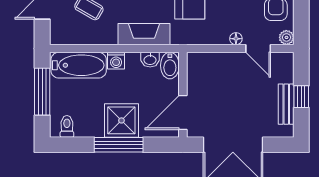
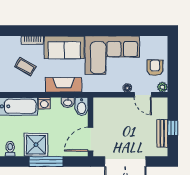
shower: (121, 120) -> (36, 145), moved

